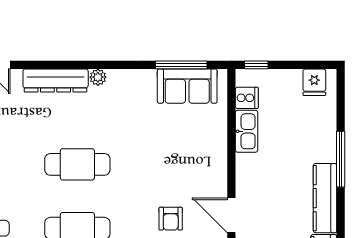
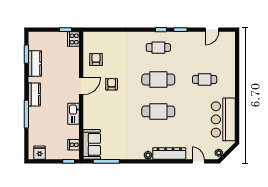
sofa: (187, 86) -> (92, 144), moved, turned 90
kitchen sink: (247, 131) -> (74, 114), moved
kitchen counter: (325, 198) -> (34, 95), width x0.67
door: (231, 215) -> (81, 86), hinge flipped

